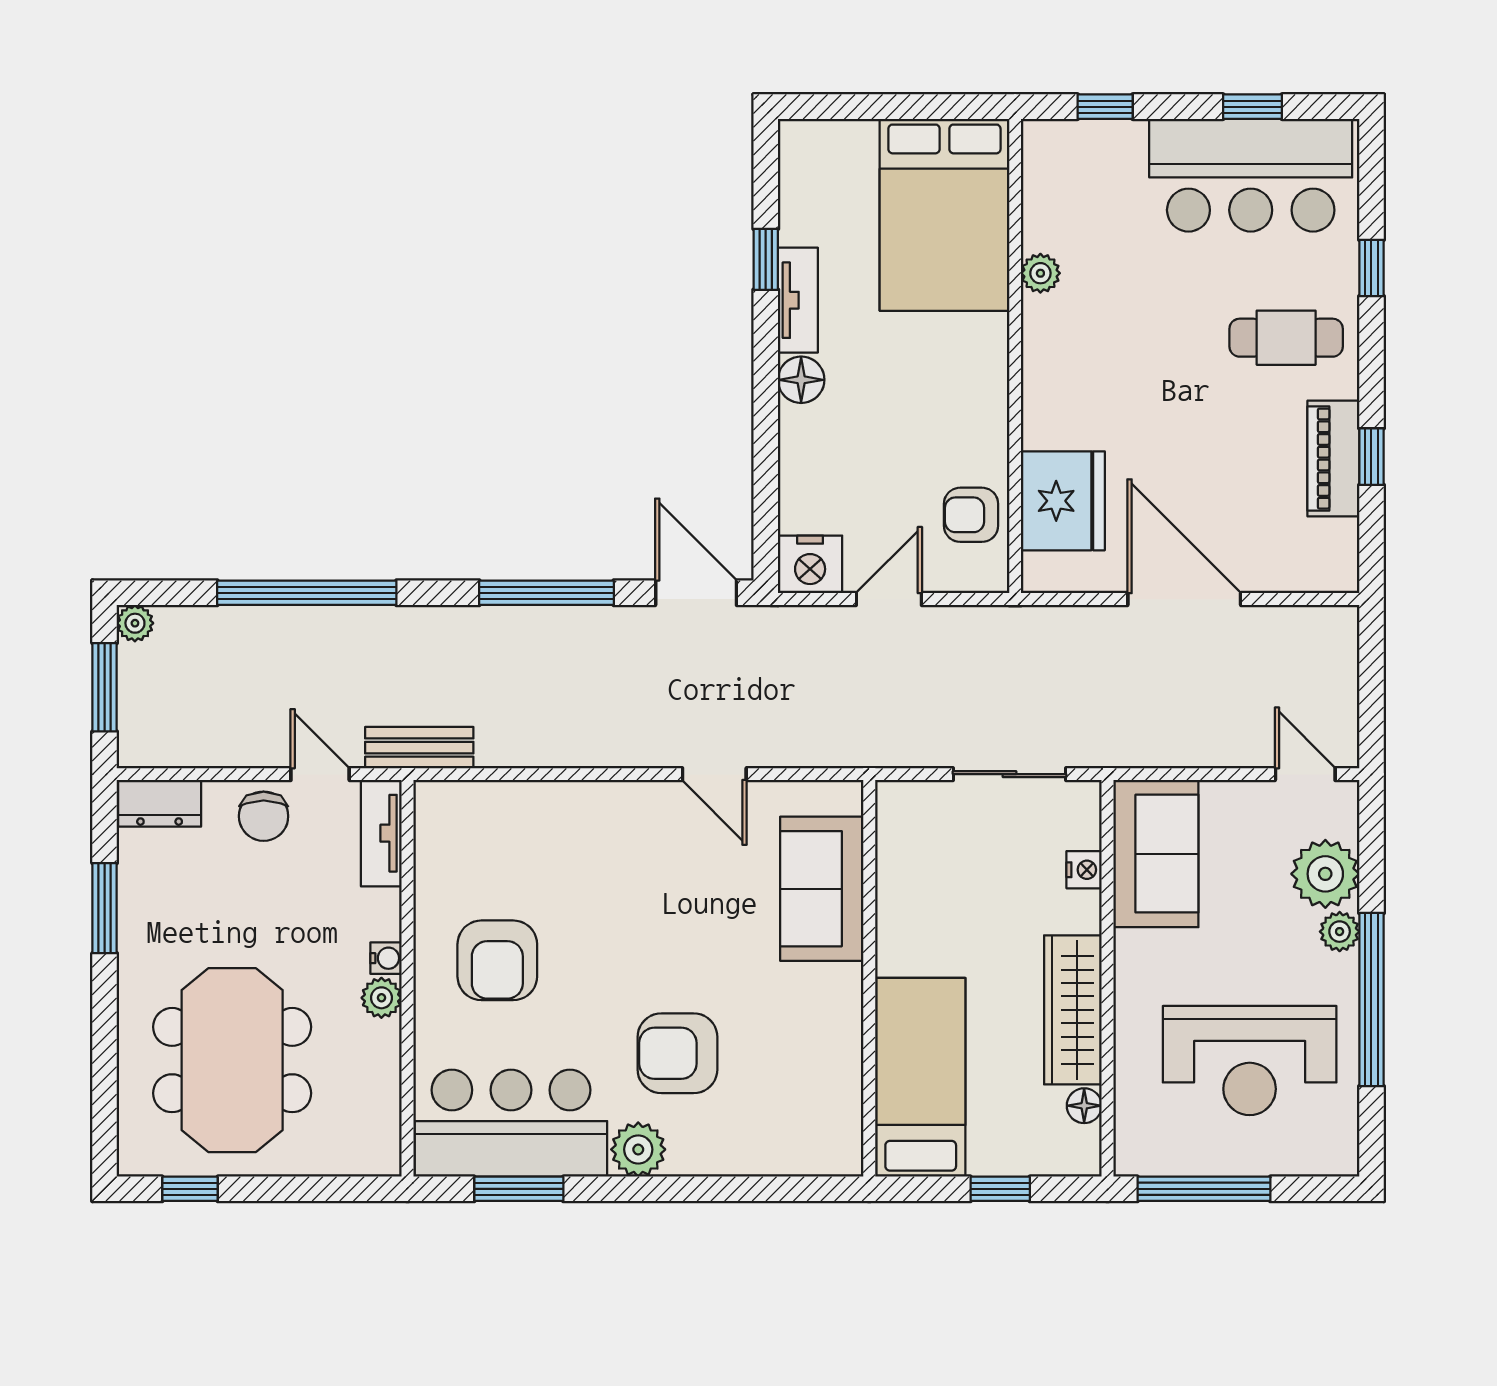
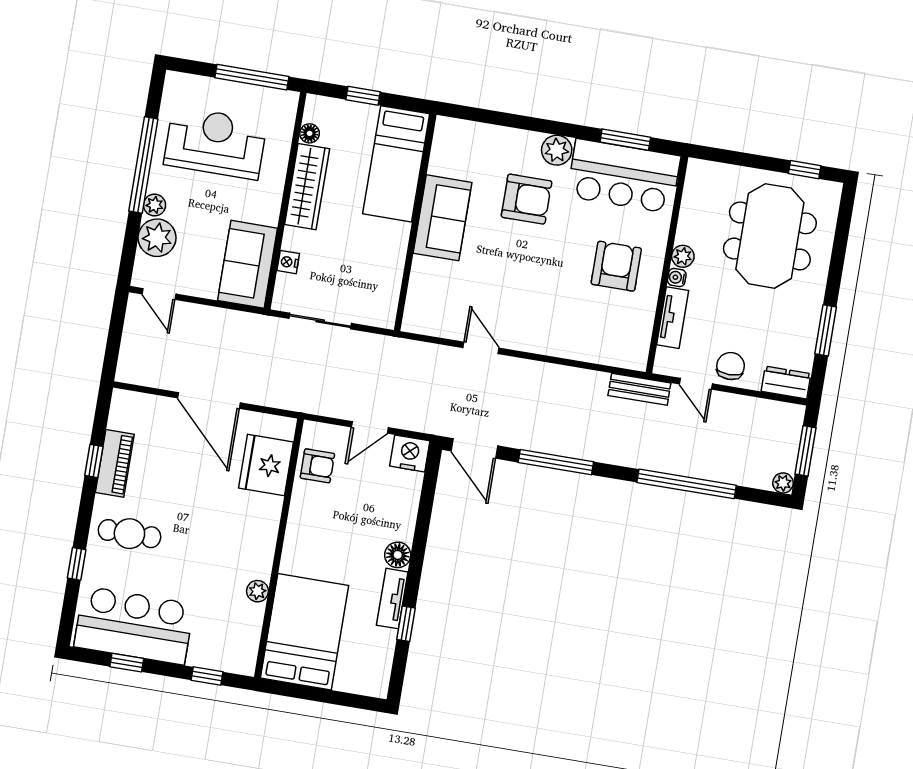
tv unit: (381, 833) -> (673, 318), moved
sofa: (822, 889) -> (443, 218), moved

